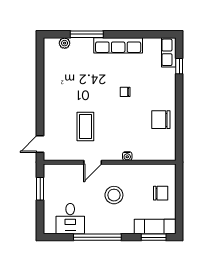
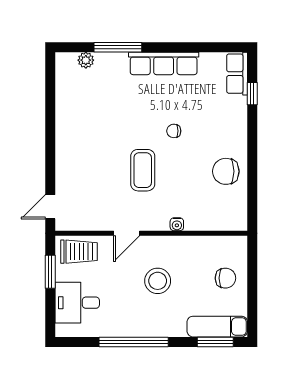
coffee table: (85, 126) -> (143, 170), moved
trolley: (60, 175) -> (79, 252), added
desk: (70, 219) -> (77, 303), moved, turned 90

